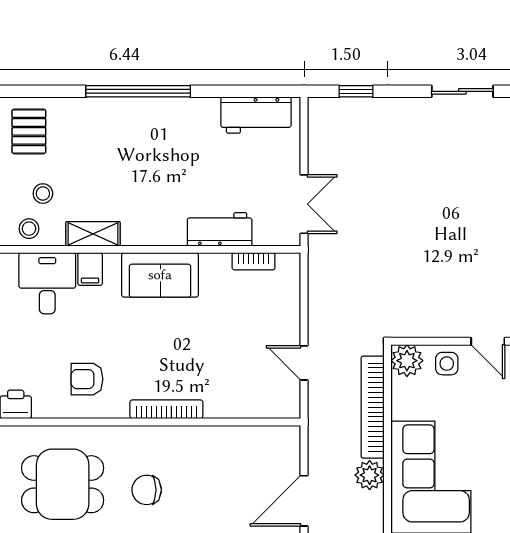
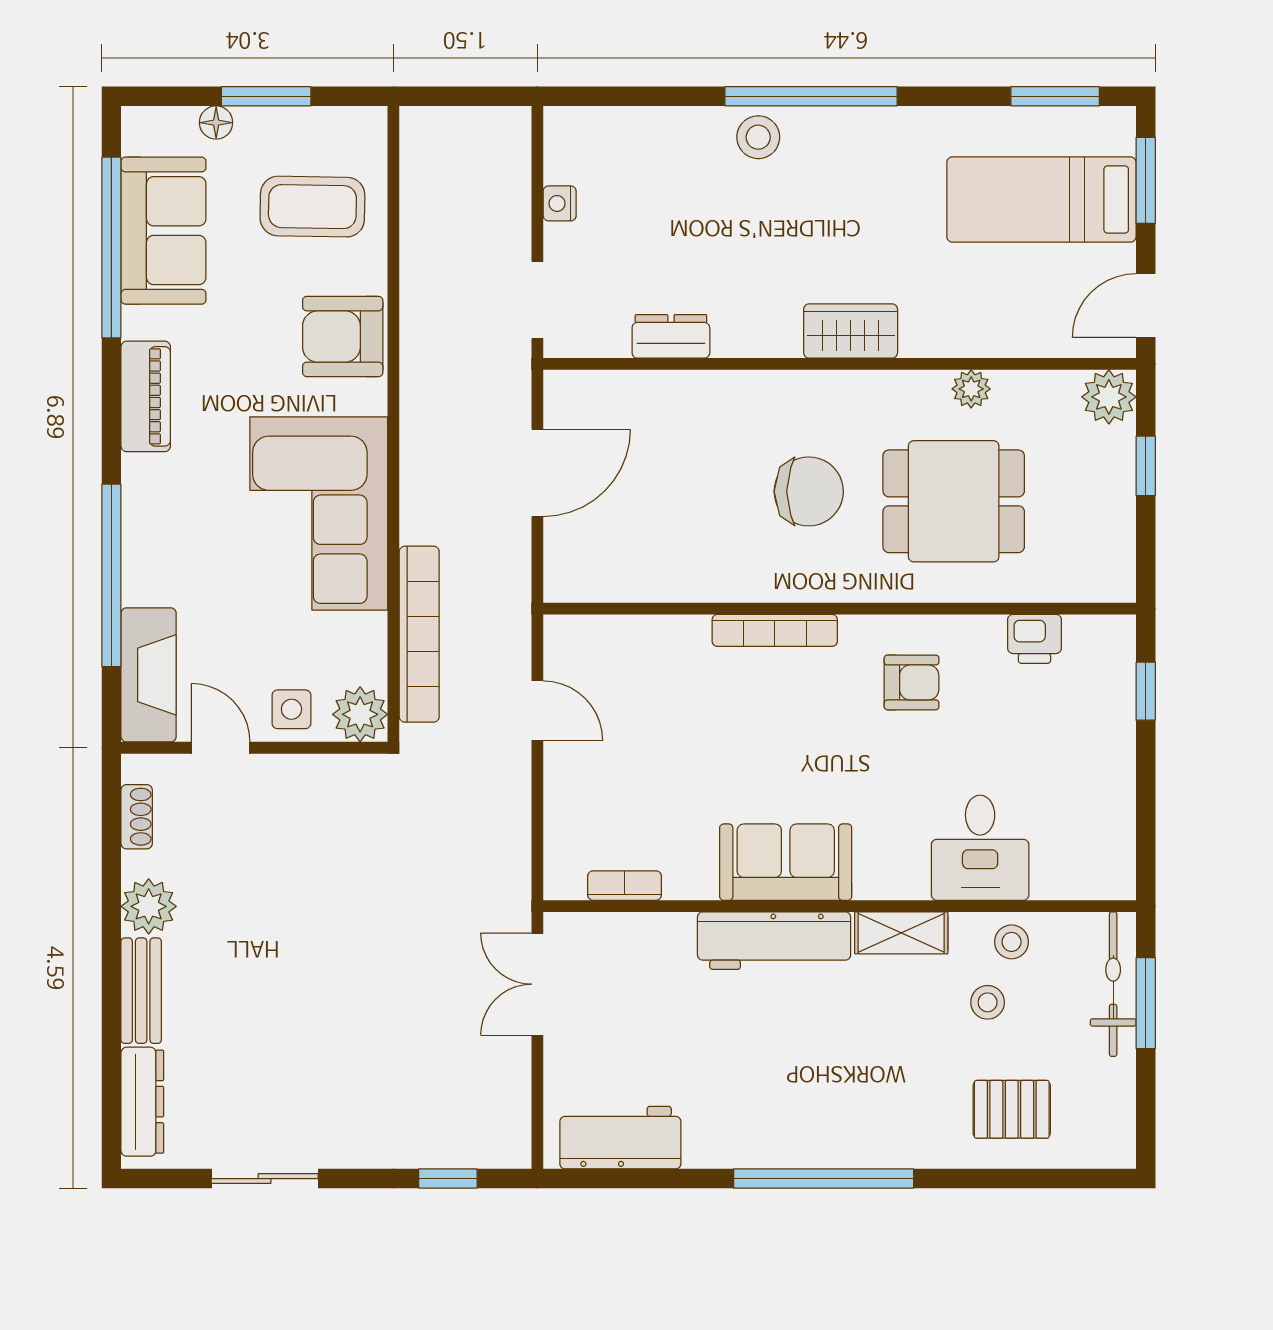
pallet: (29, 131) -> (1012, 1109), turned 90
workbench: (220, 229) -> (774, 941), moved, width x1.38
filing cabinet: (90, 269) -> (906, 872), removed
plant: (370, 475) -> (425, 517), removed
chair: (147, 490) -> (809, 491), width x1.37, depth x1.37

